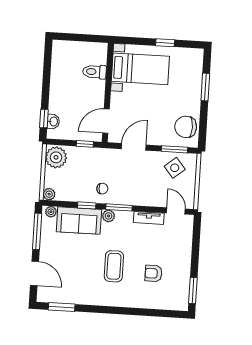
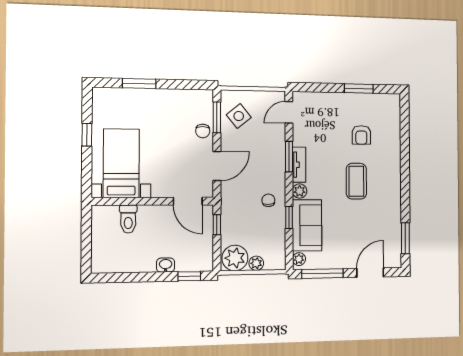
washbasin: (53, 121) -> (166, 265), moved
chair: (186, 127) -> (203, 131), moved, width x0.54, depth x0.54
door: (134, 147) -> (217, 166), swing flipped
plant: (49, 194) -> (256, 263), moved
window: (119, 207) -> (289, 157), moved
tv unit: (149, 218) -> (299, 165), moved
coffee table: (114, 266) -> (356, 181), turned 90
window: (193, 291) -> (359, 88), moved

